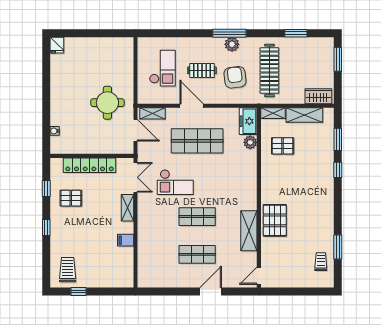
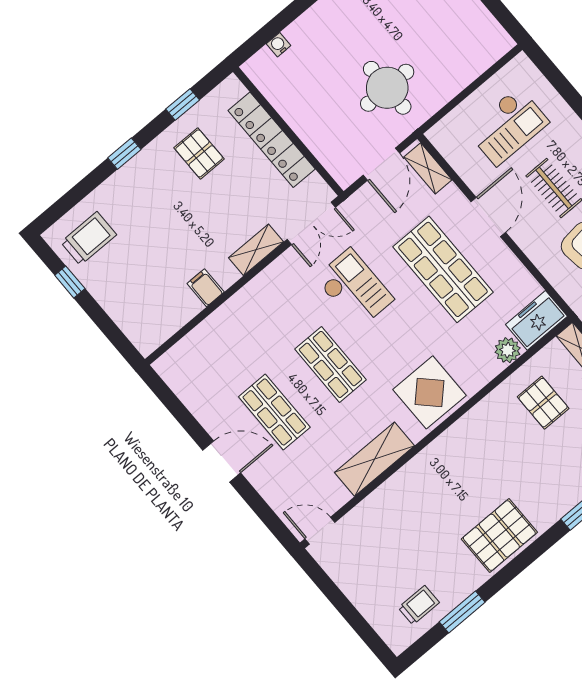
checkout: (175, 182) -> (354, 289), turned 180
display table: (241, 187) -> (429, 392), added
pallet: (275, 220) -> (499, 536), moved
door: (211, 291) -> (222, 461), moved

